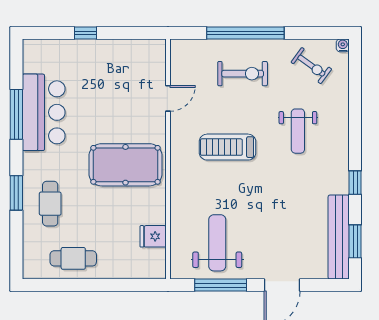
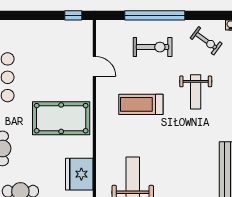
window: (86, 33) -> (73, 15), moved
door: (168, 98) -> (94, 66), hinge flipped
fridge: (153, 236) -> (79, 174), width x1.88, depth x1.34

